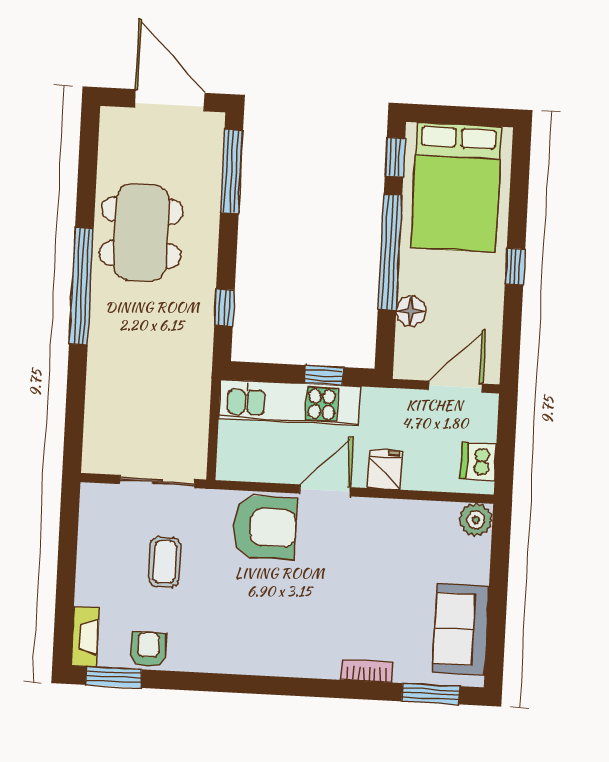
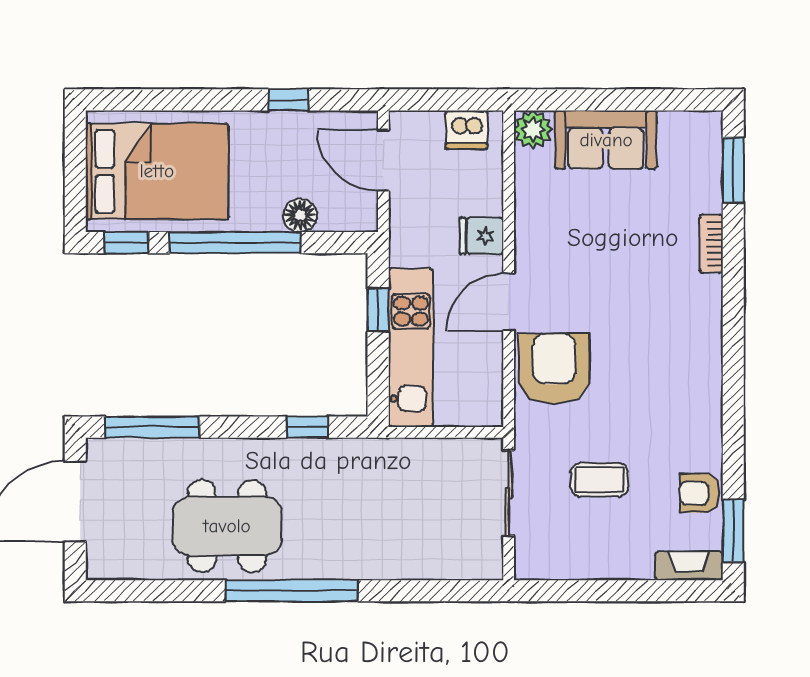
window: (515, 267) -> (289, 100), moved
door: (325, 490) -> (509, 302), hinge flipped
sofa: (461, 629) -> (606, 140), moved

